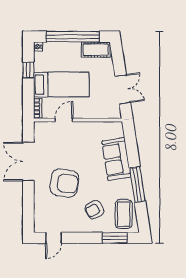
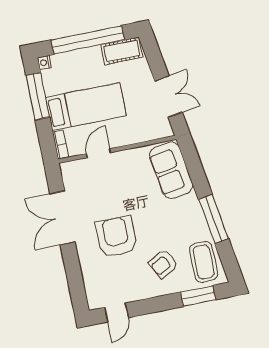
window: (28, 70) -> (38, 96), width x2.17
sofa: (116, 159) -> (171, 170), moved
armchair: (64, 183) -> (116, 237), turned -97

